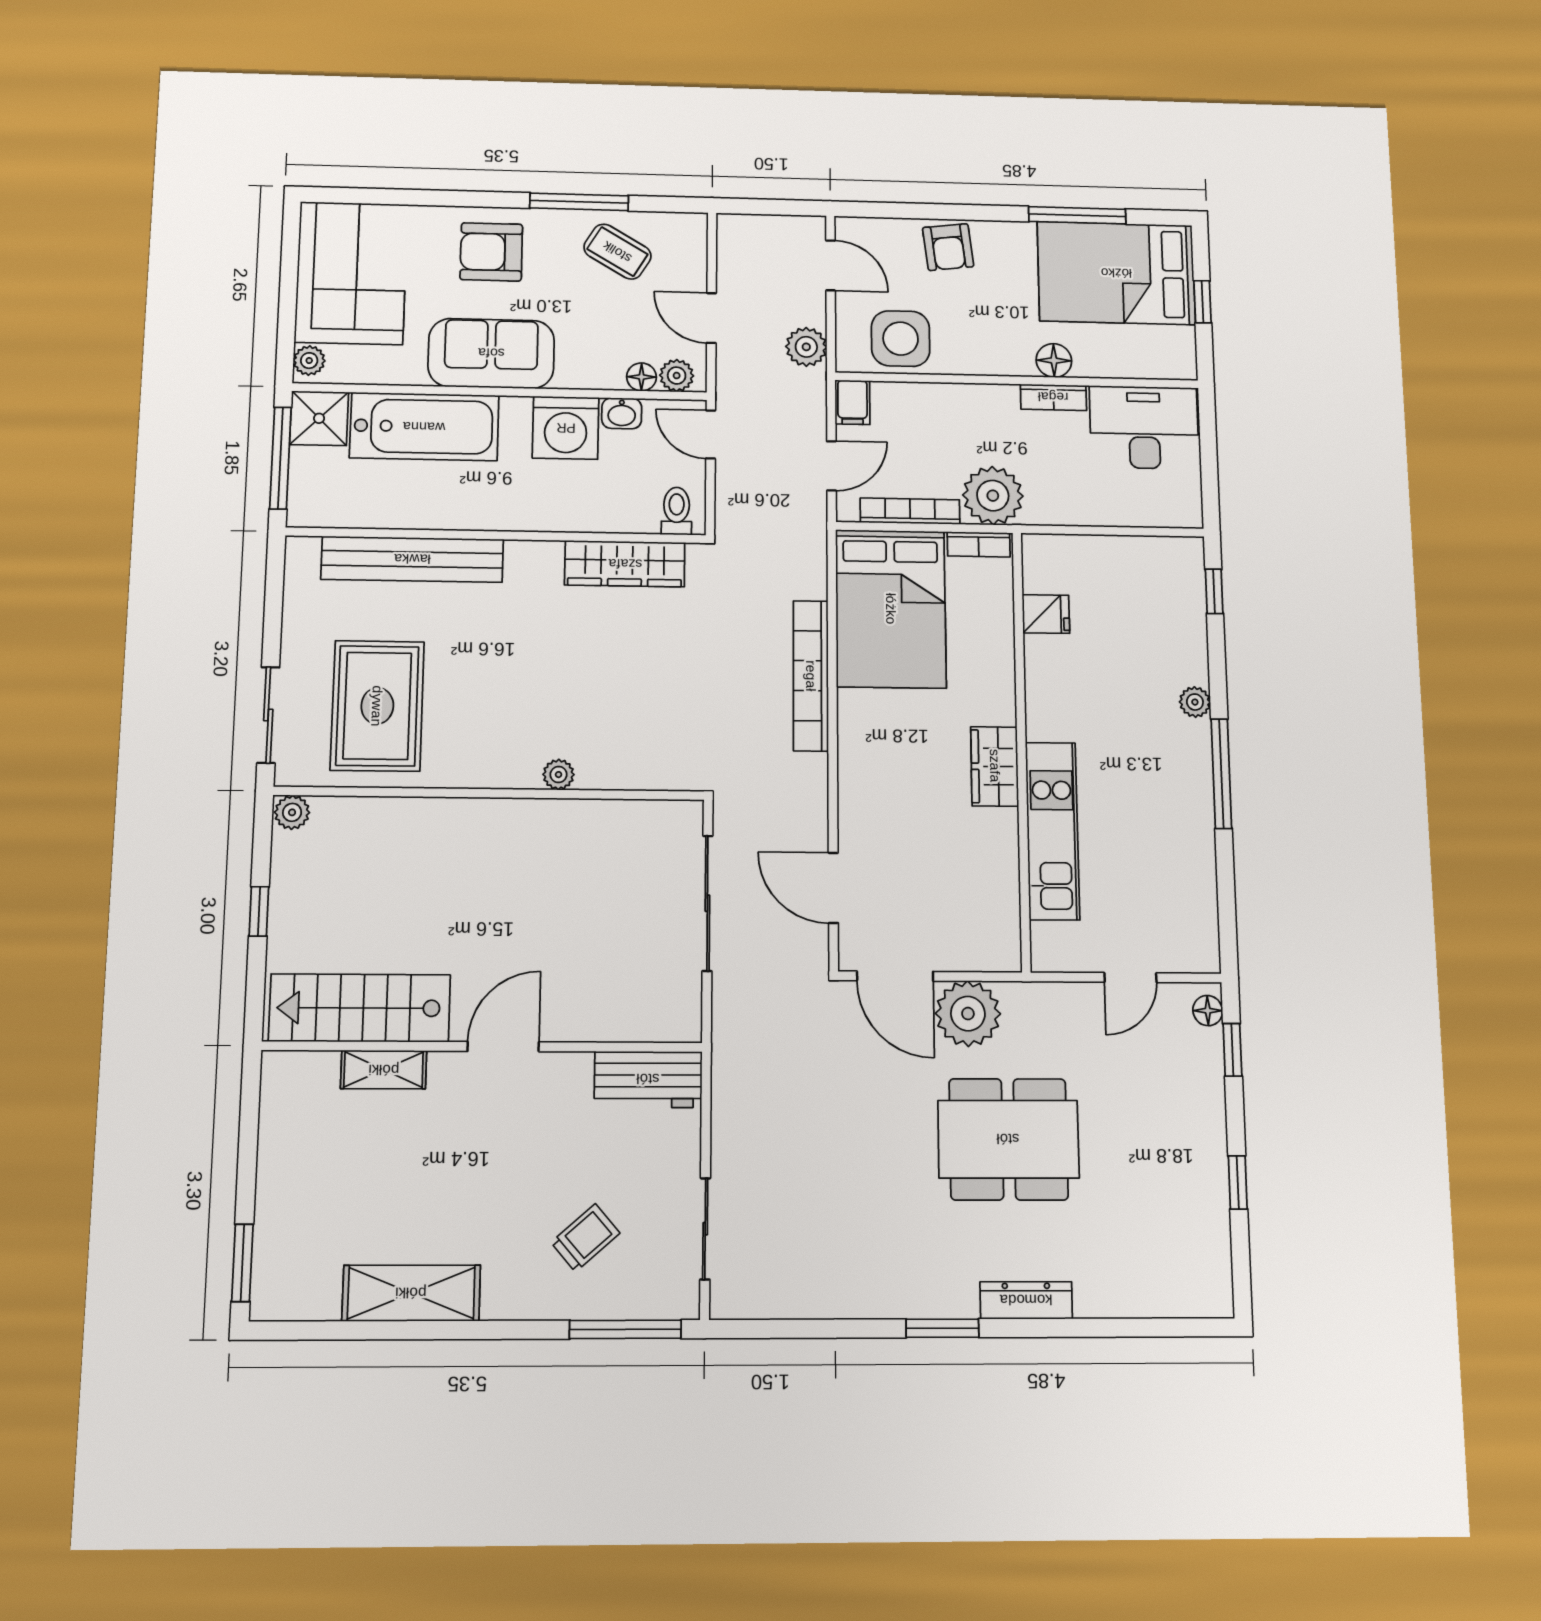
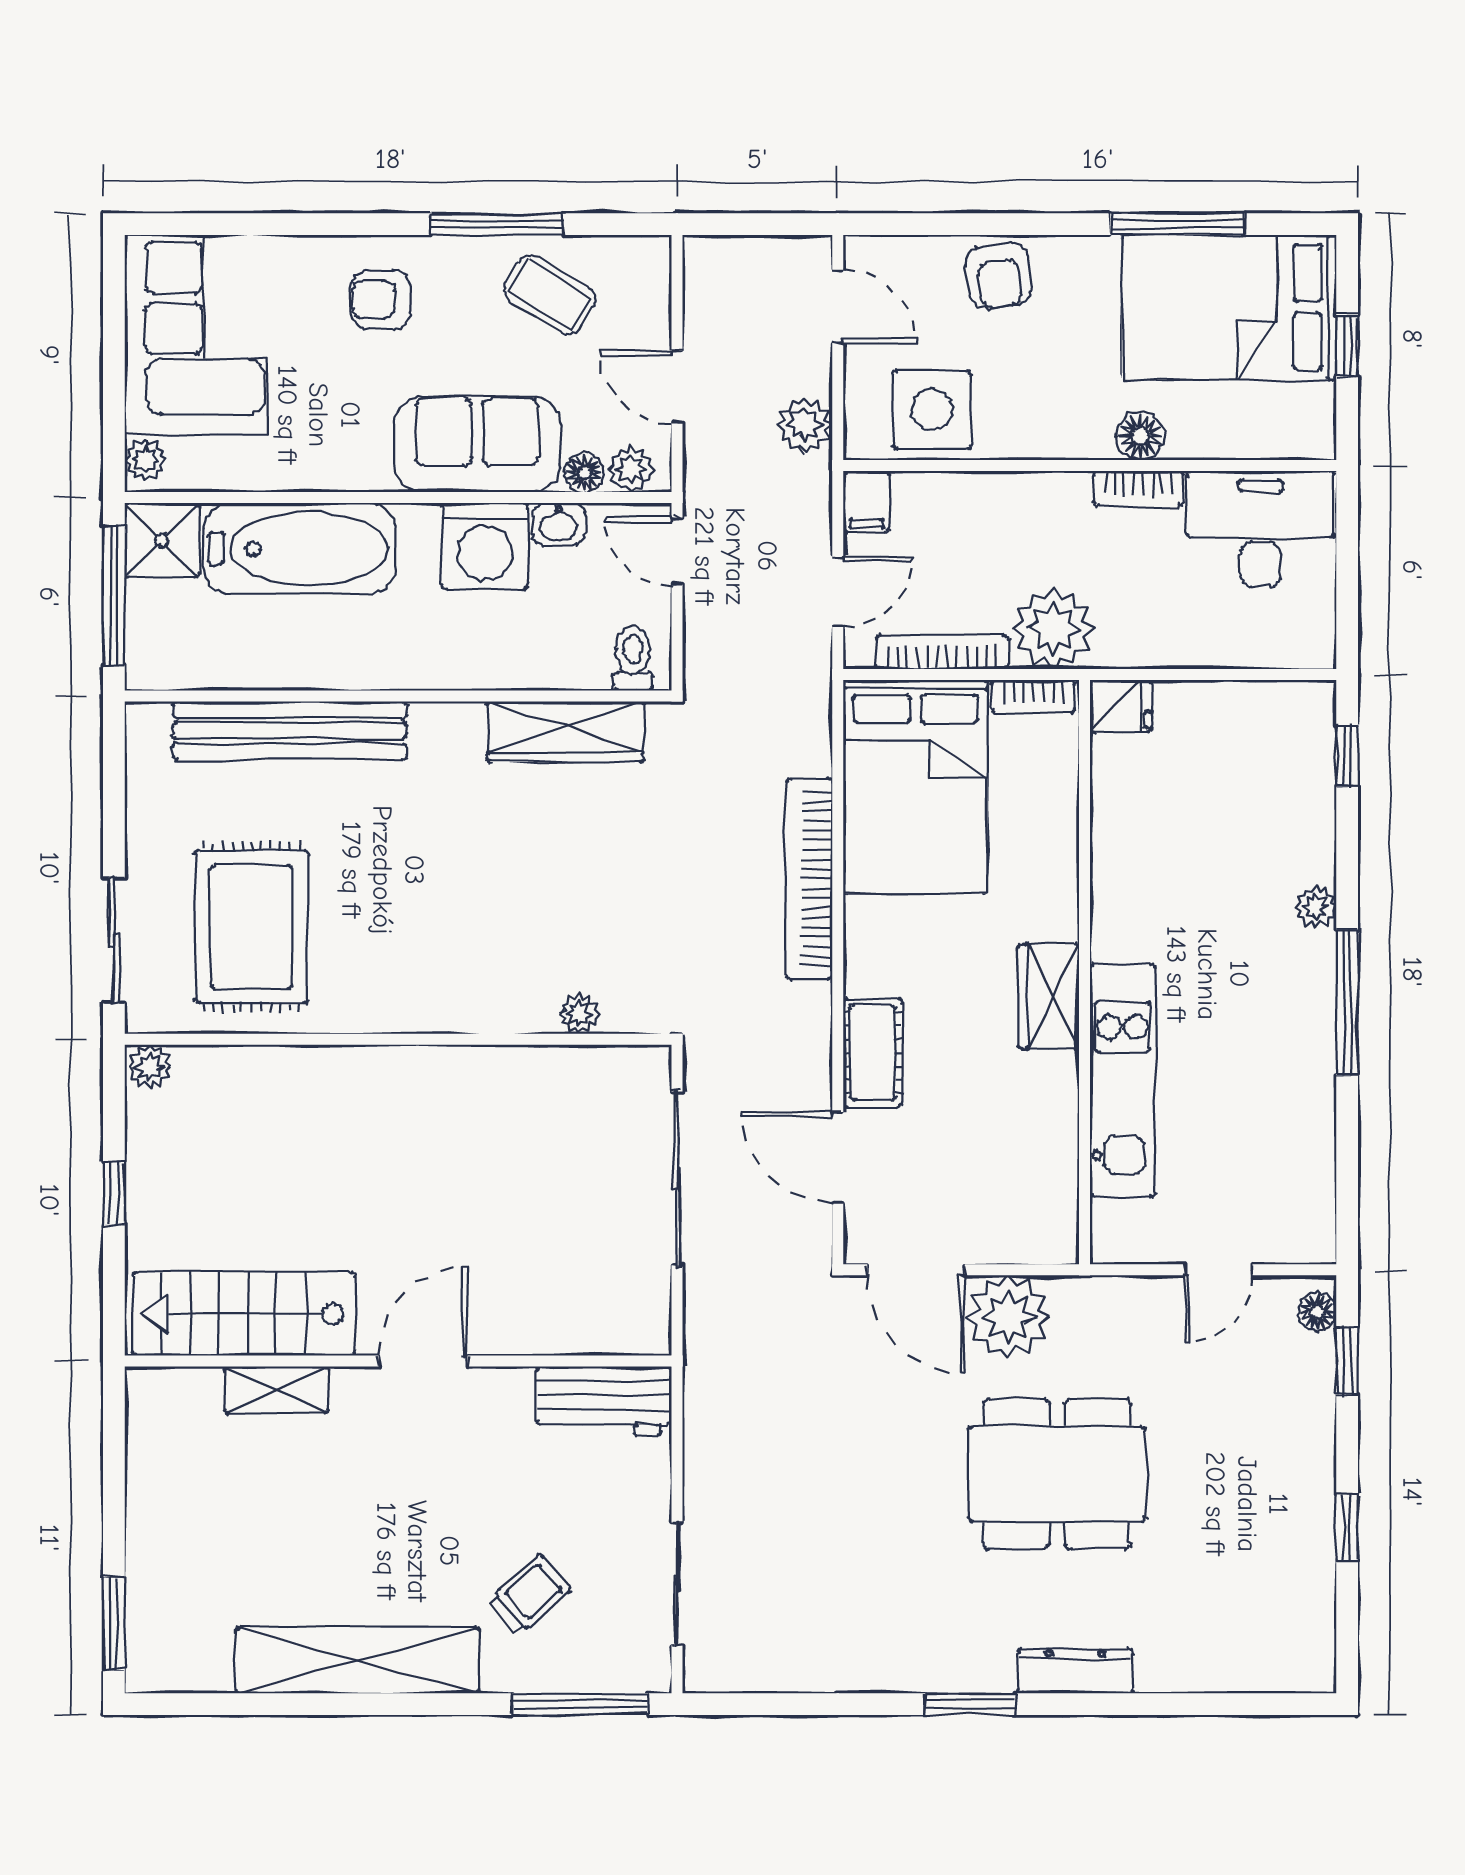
armchair: (491, 252) -> (381, 300), width x0.72, depth x0.72
sofa: (491, 353) -> (477, 444), moved
fridge: (1046, 614) -> (1121, 706), moved
plant: (559, 775) -> (579, 1014), moved
cot: (860, 807) -> (873, 1053), added
shelving: (411, 1293) -> (358, 1660), width x1.47

